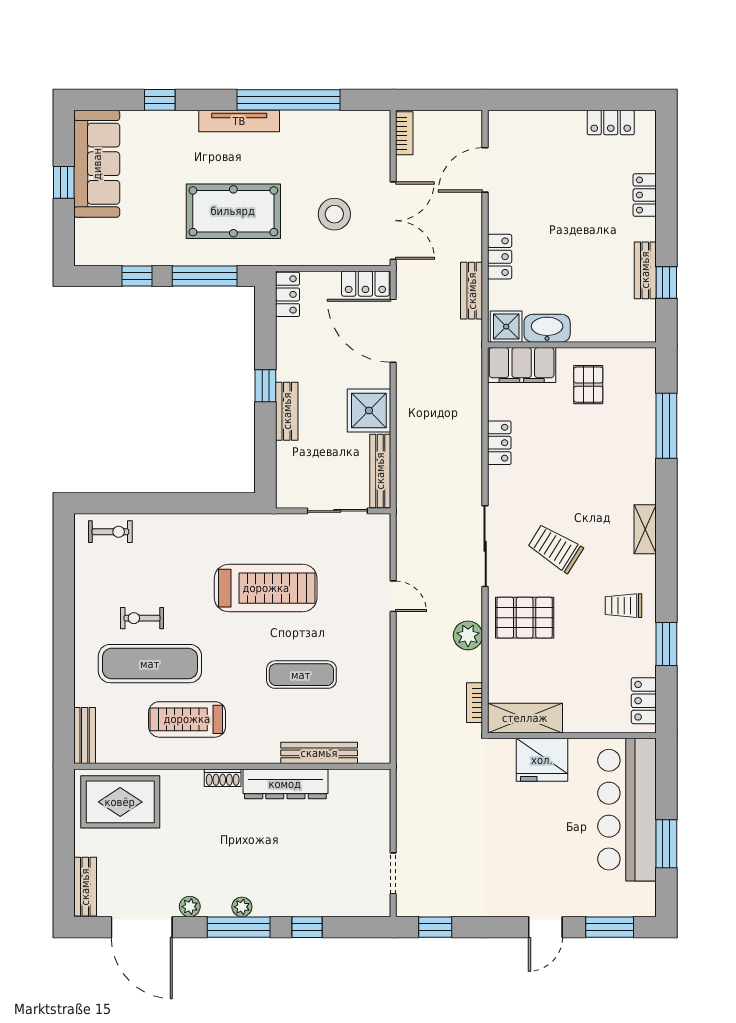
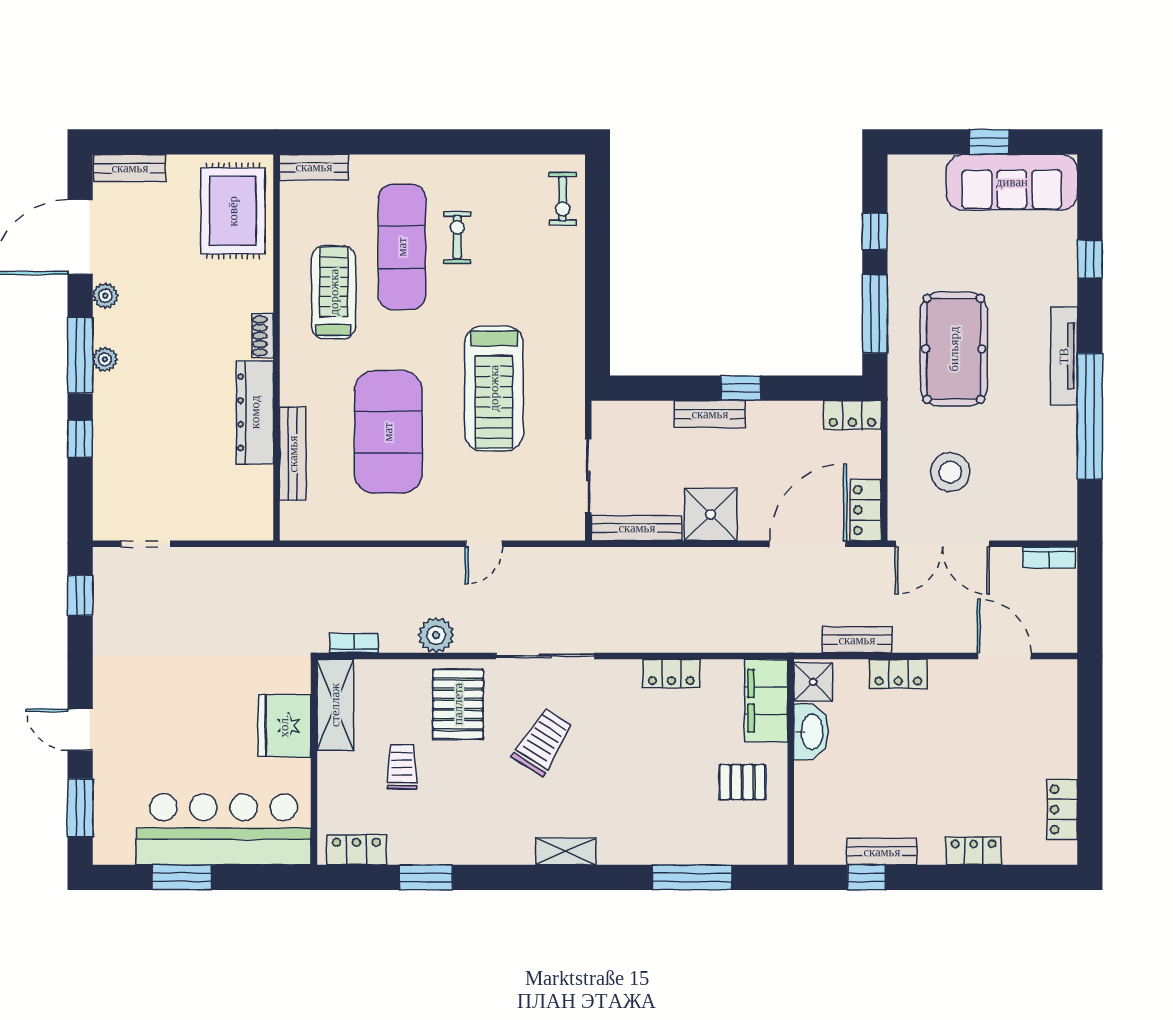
trolley: (624, 606) -> (402, 767), moved
exercise mat: (301, 675) -> (388, 432), width x2.00, depth x1.45

